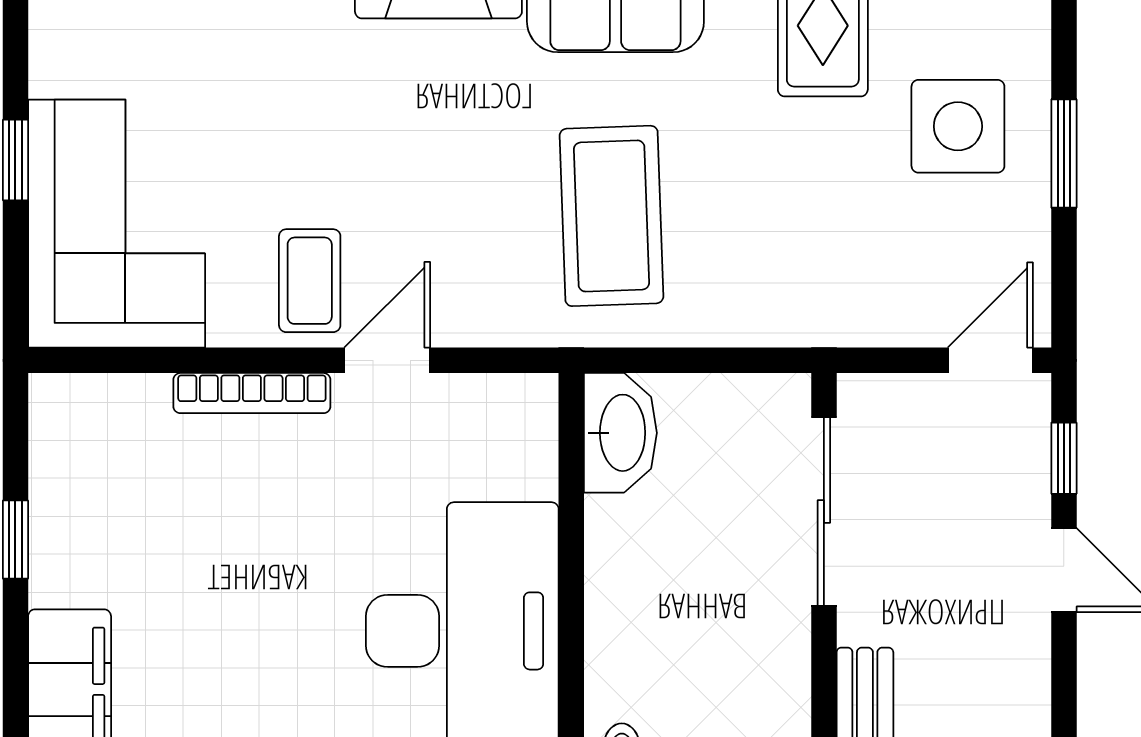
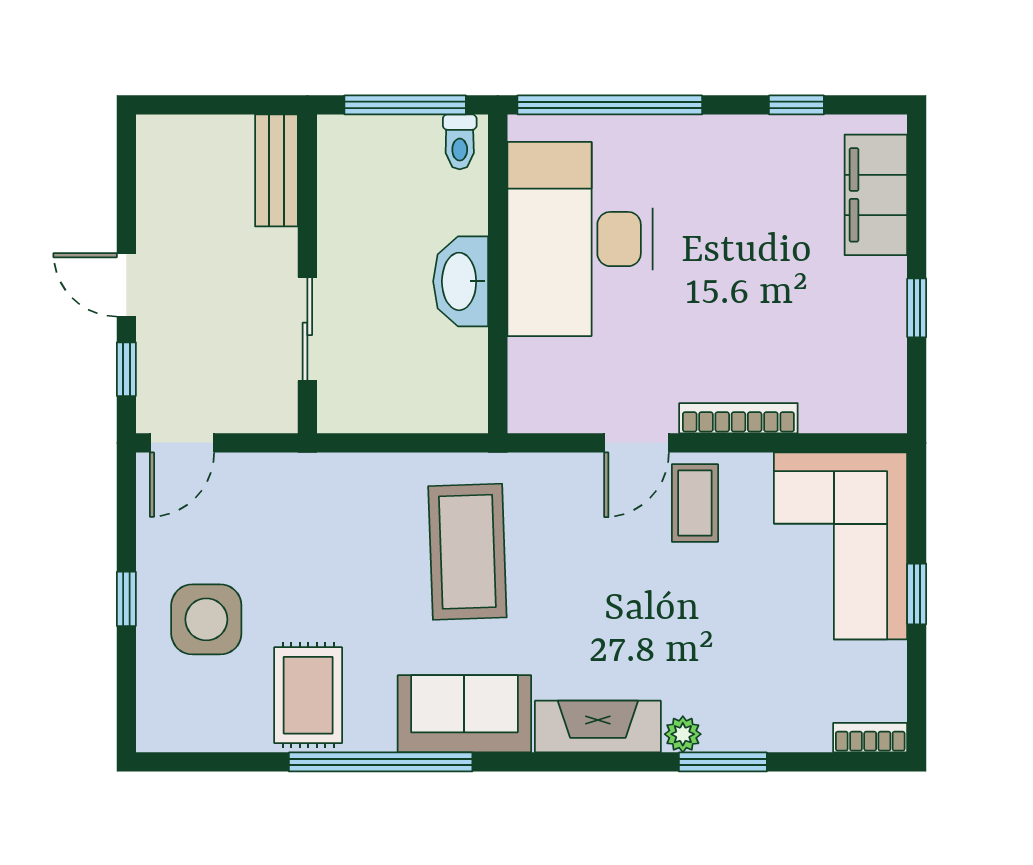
window: (1064, 154) -> (126, 599), width x0.67
washbasin: (620, 433) -> (461, 281), moved
sliding door: (824, 512) -> (307, 329), width x0.73

